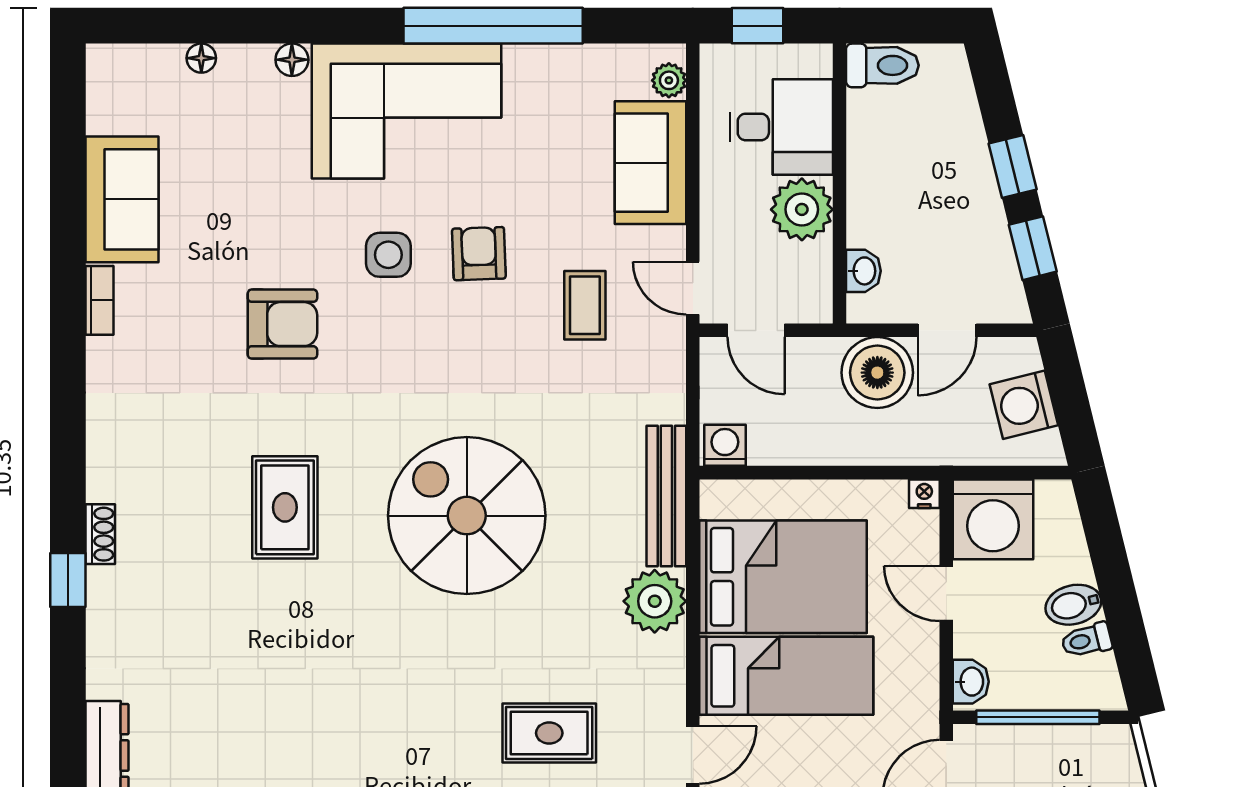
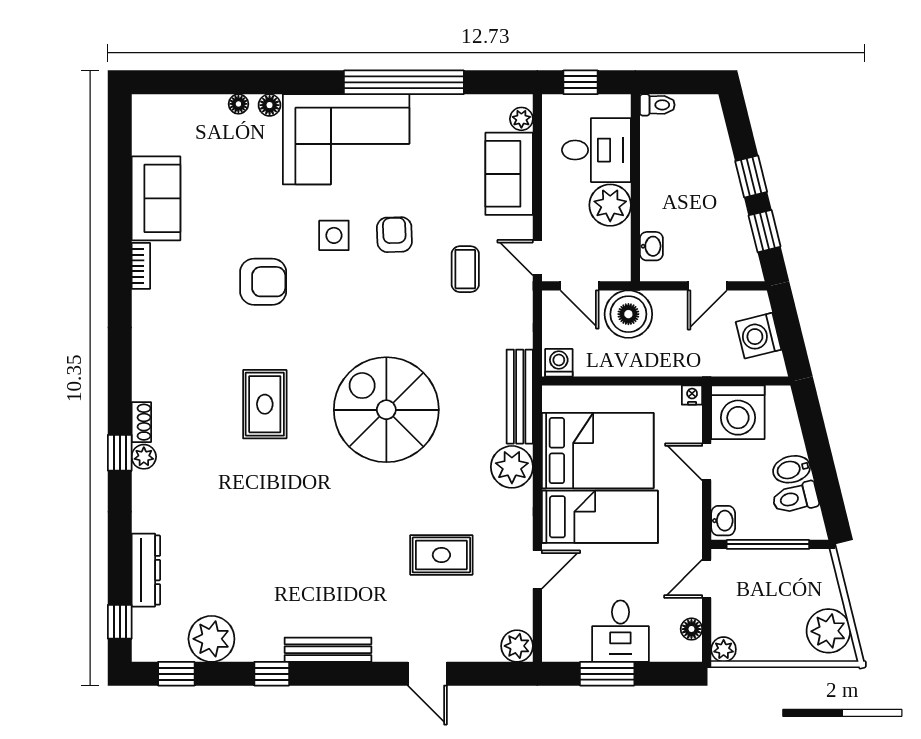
floor lamp: (201, 58) -> (238, 104), moved
toilet: (882, 65) -> (657, 105), width x0.73, depth x0.72
boiler: (877, 373) -> (628, 314), moved
plant: (104, 586) -> (144, 457), added
toilet: (1087, 640) -> (795, 498), width x1.37, depth x1.39

